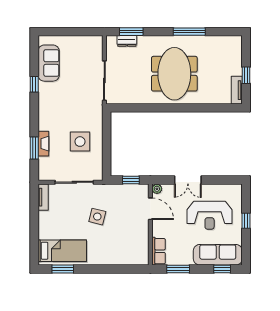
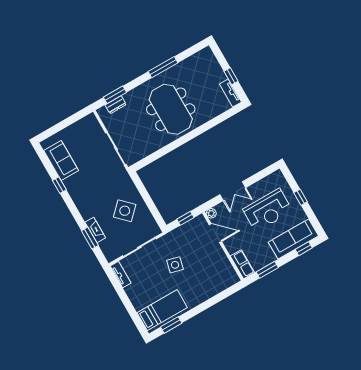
side table: (80, 142) -> (125, 211), turned 45

